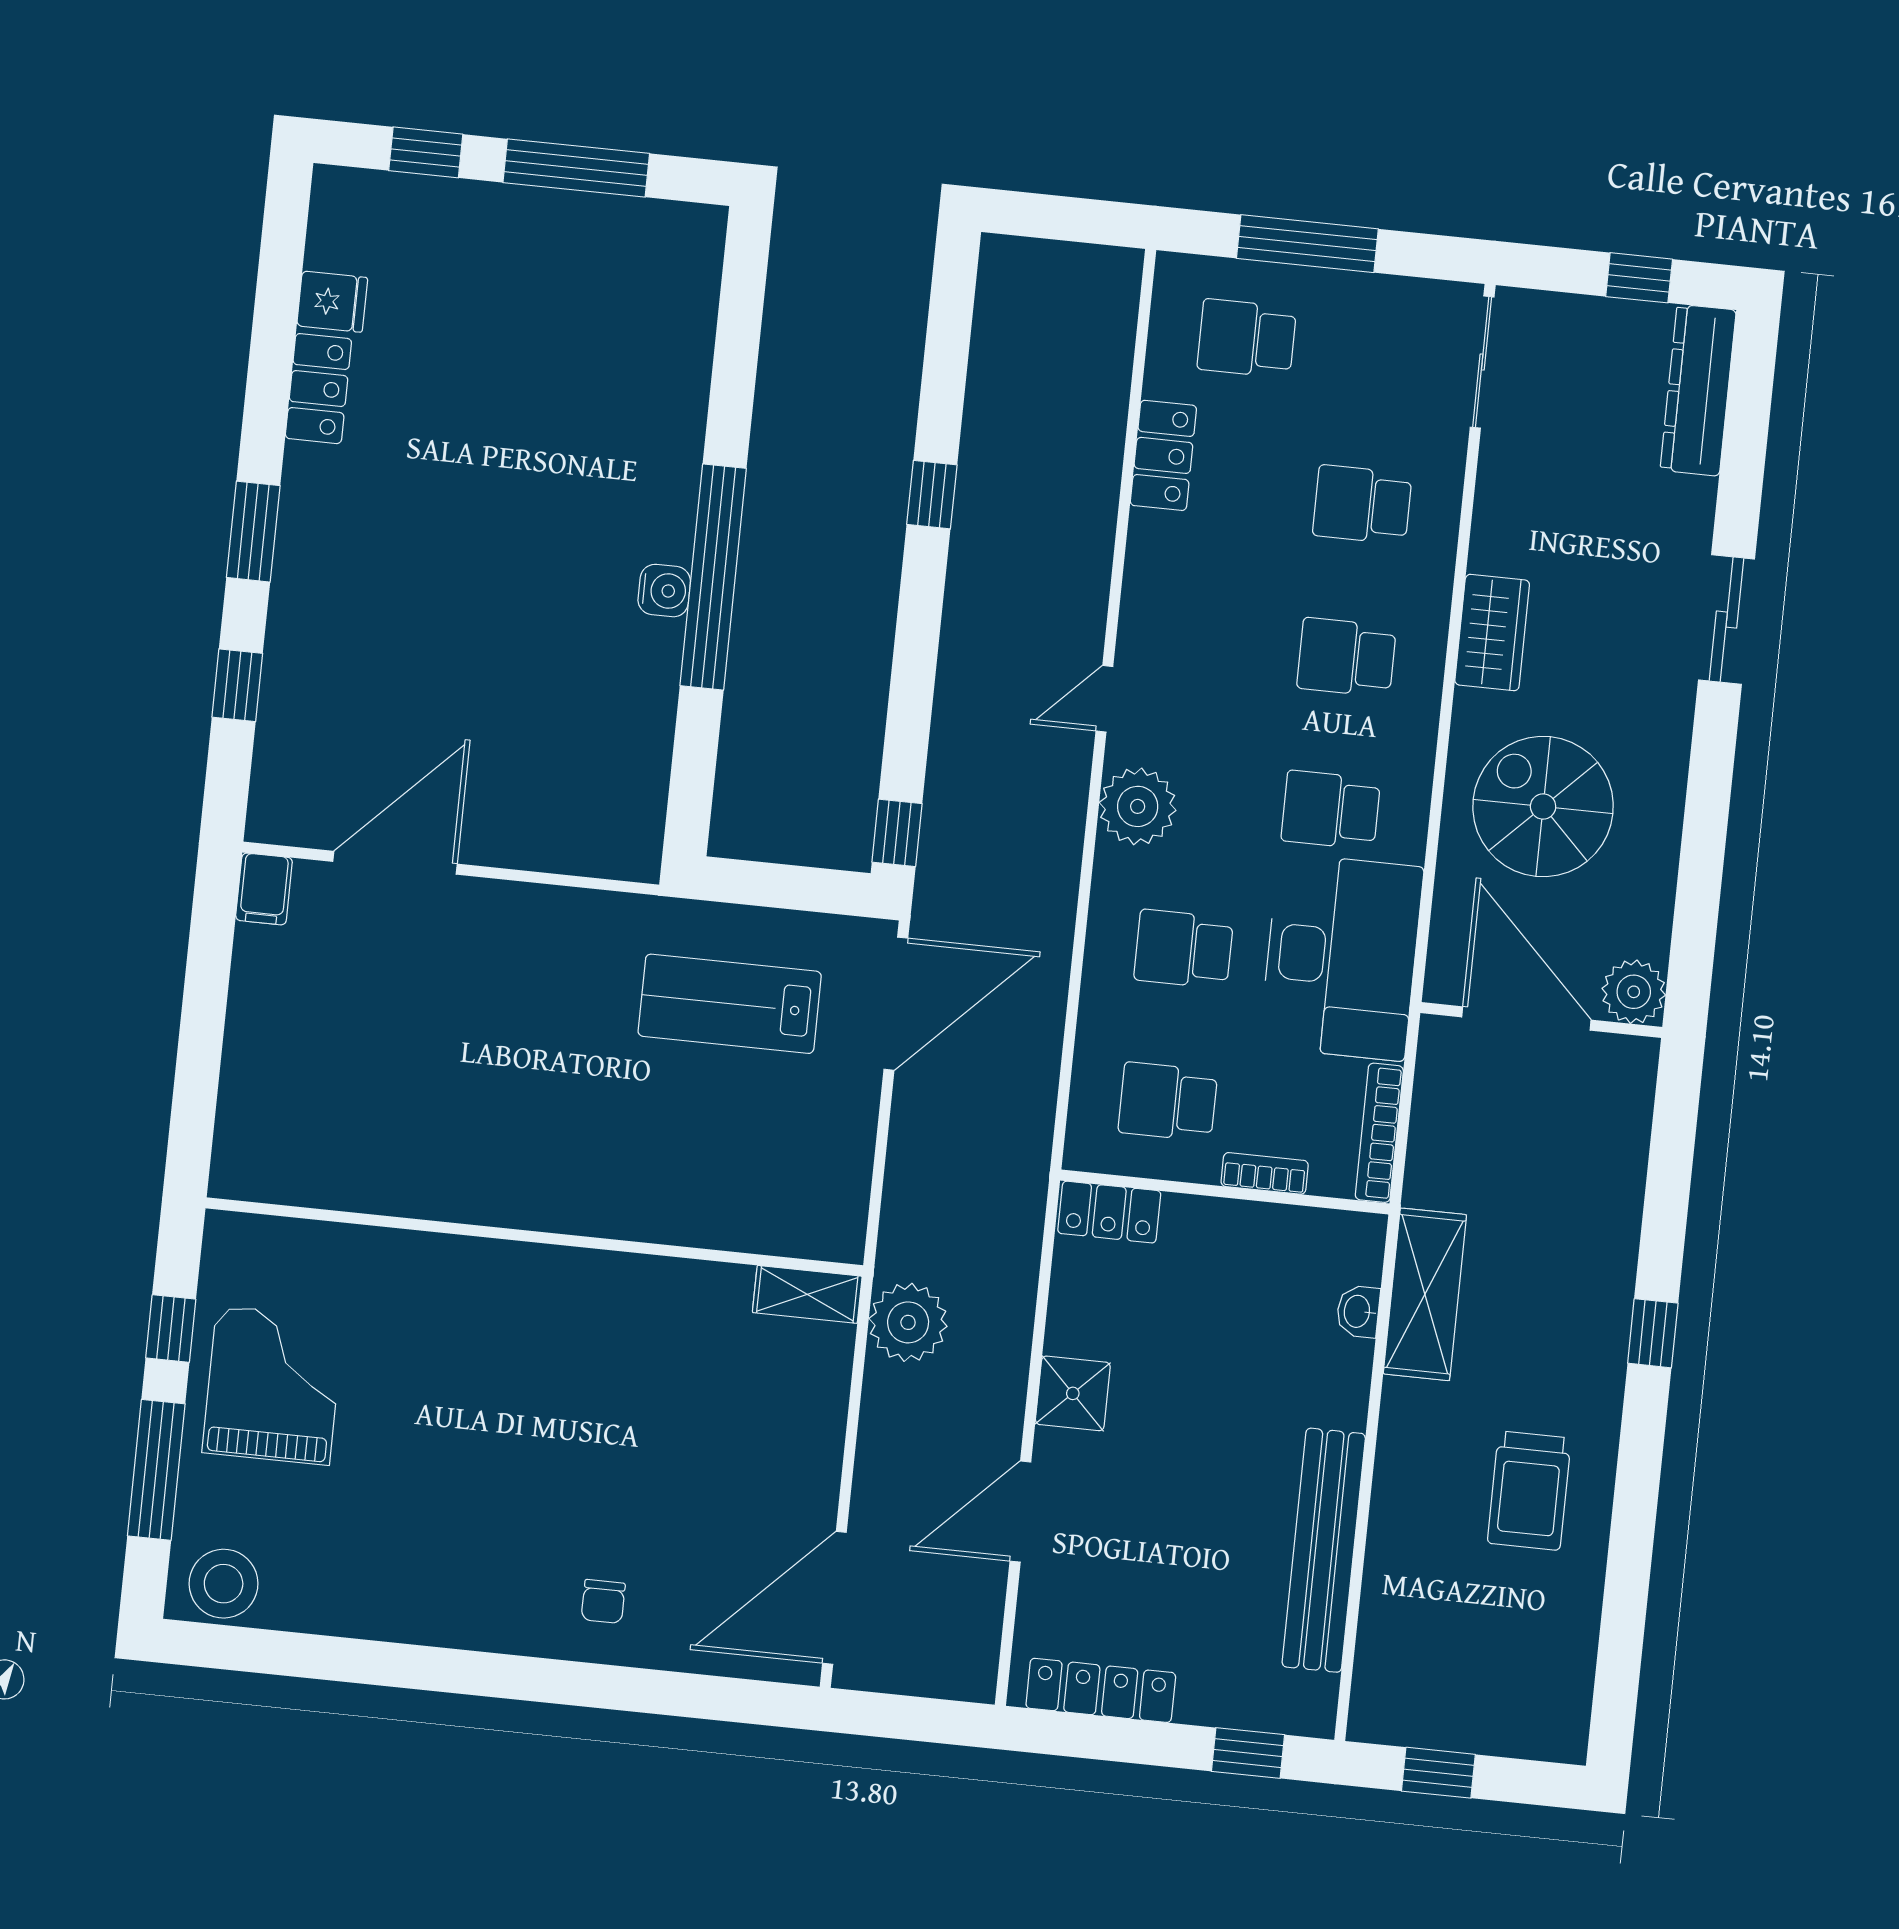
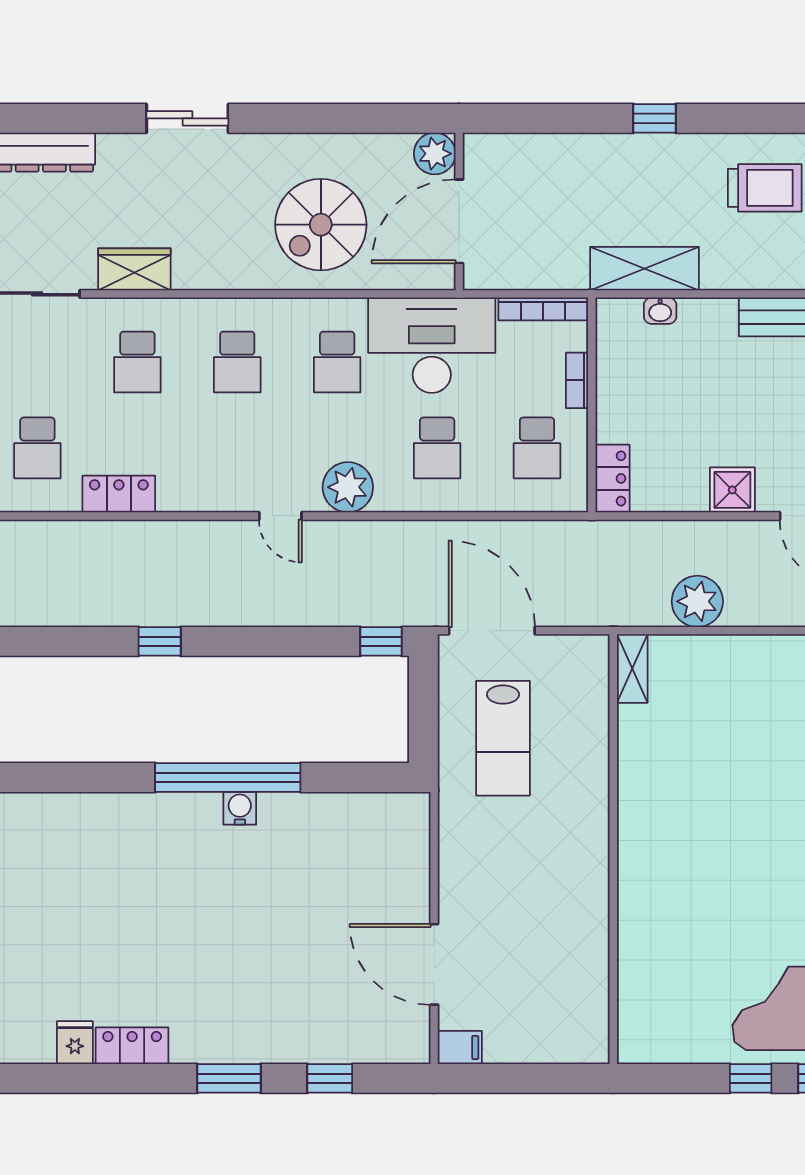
wardrobe: (1492, 633) -> (134, 269), moved
wall: (534, 1237) -> (613, 849), moved
shelving: (807, 1294) -> (632, 669), moved

